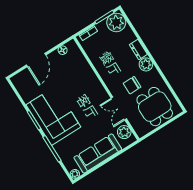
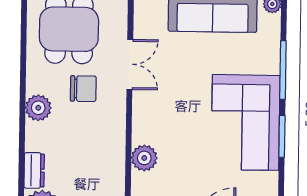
dresser: (138, 50) -> (34, 170), moved
plant: (124, 132) -> (144, 158), moved

